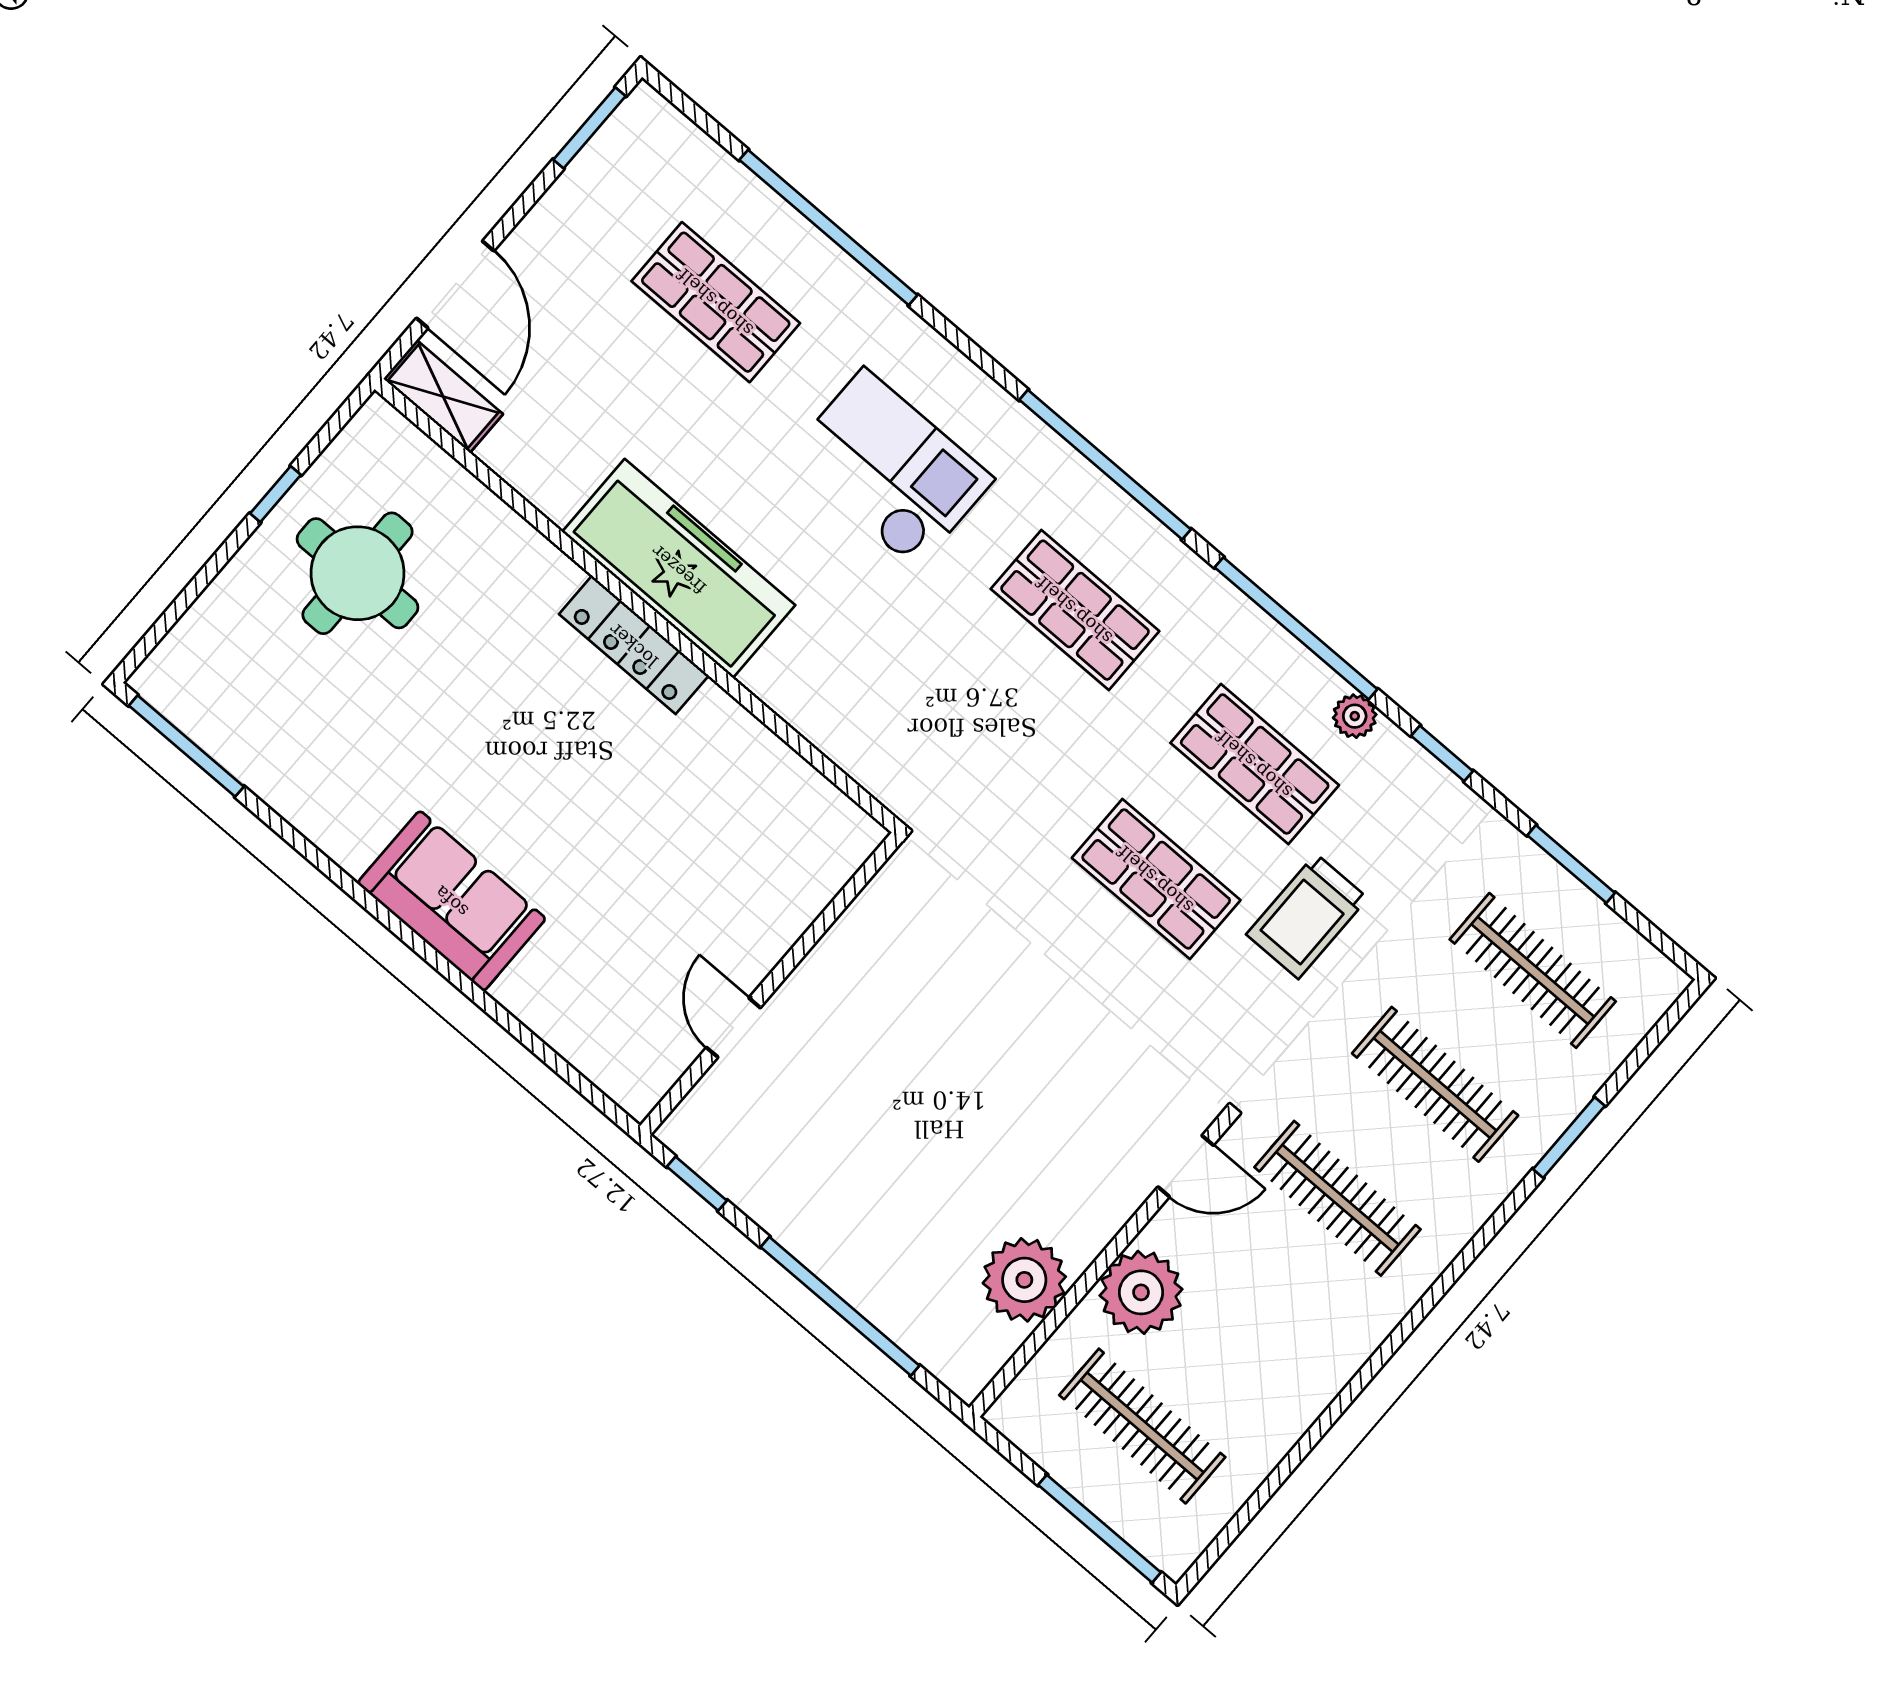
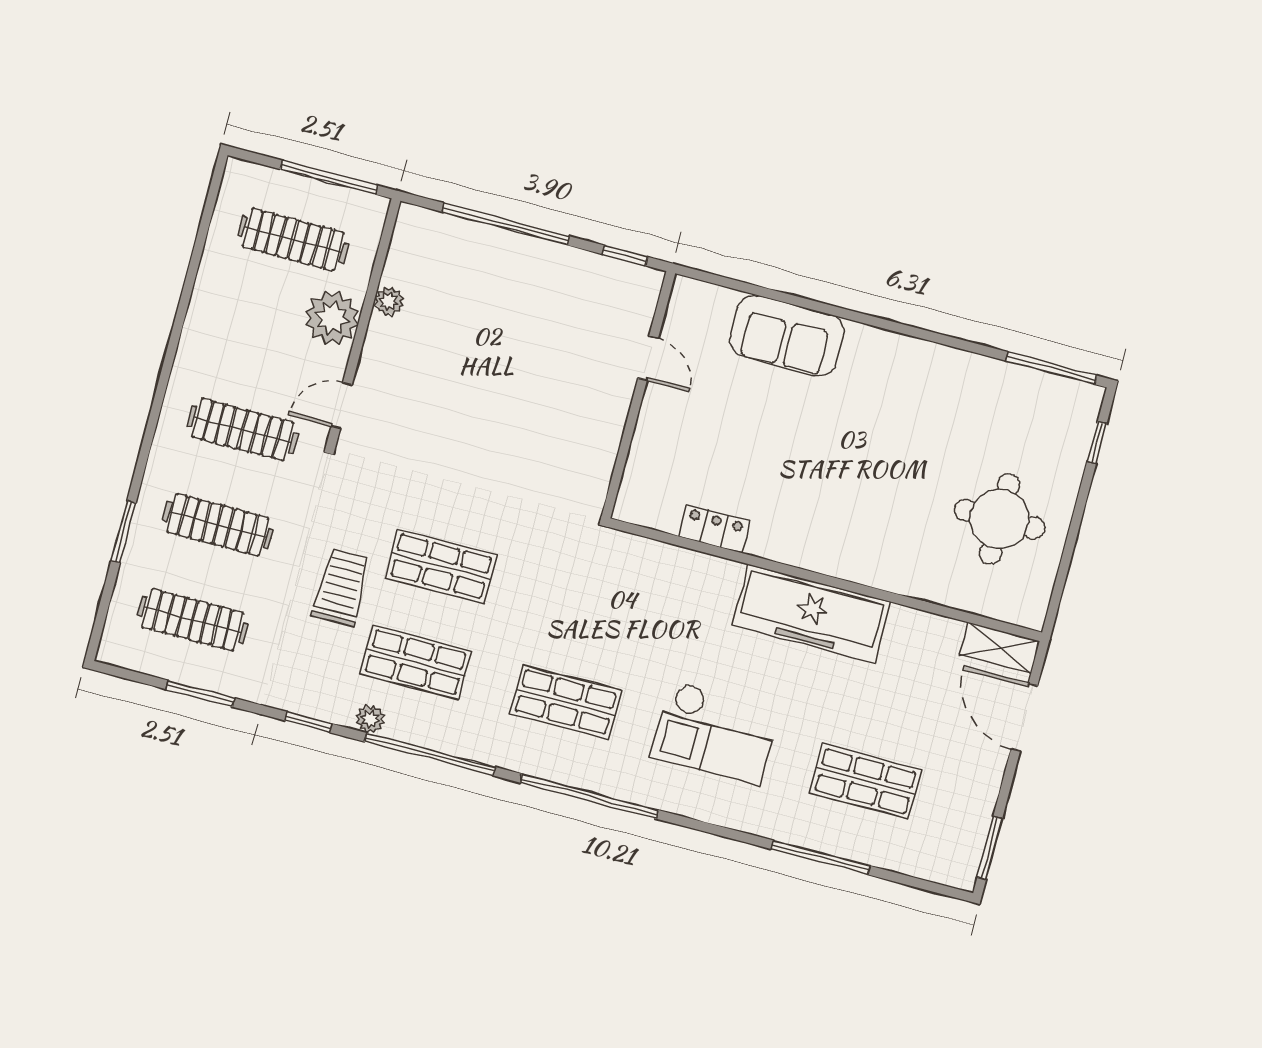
window: (828, 228) -> (820, 857), width x0.68
window: (276, 494) -> (1097, 443), moved
locker: (634, 645) -> (714, 529), moved, width x0.66
sofa: (452, 901) -> (787, 336), moved
plant: (1024, 1280) -> (389, 301), width x0.53, depth x0.53
window: (1100, 1529) -> (329, 177), moved

